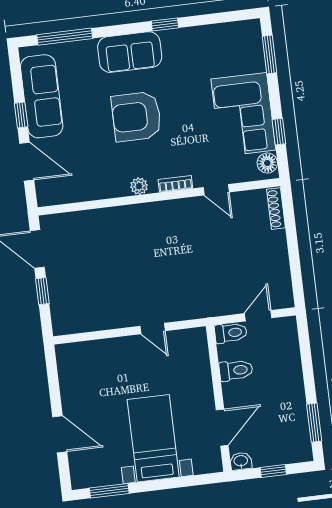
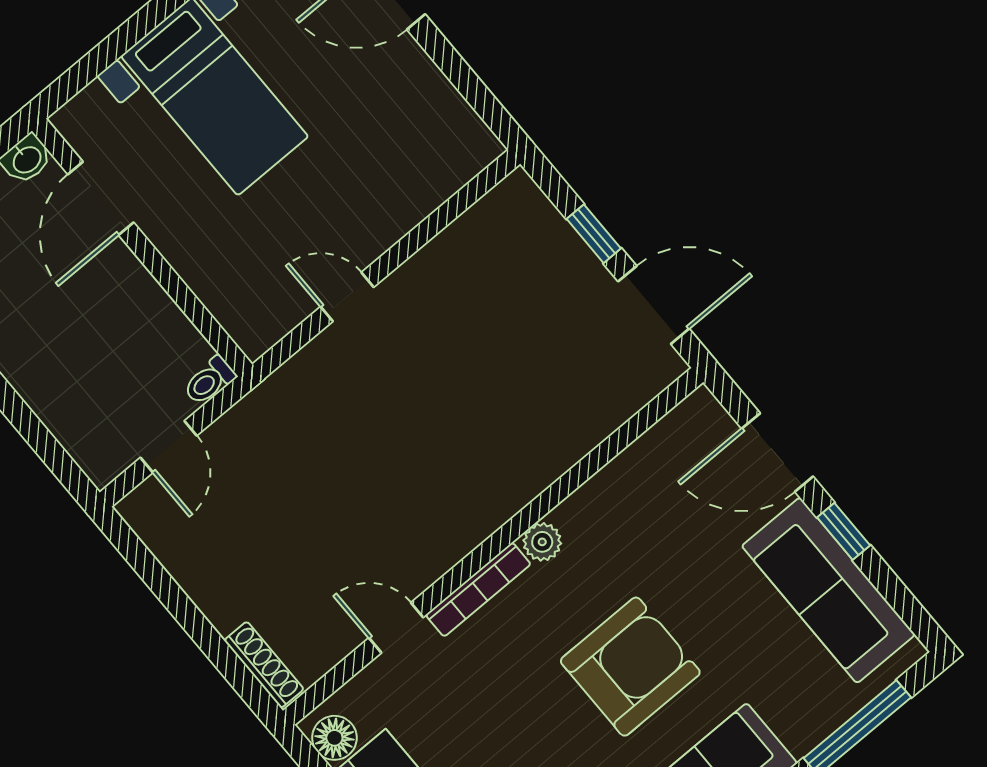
bookcase: (175, 184) -> (478, 590), width x1.56
toilet: (231, 333) -> (209, 381), width x0.73, depth x0.72
toilet: (236, 370) -> (144, 320), removed

